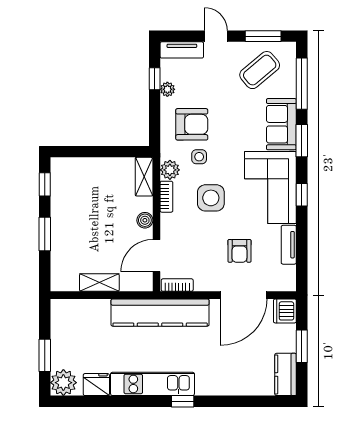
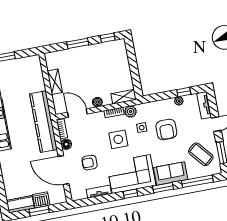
armchair: (192, 124) -> (166, 130), moved
floor lamp: (203, 283) -> (66, 144), added
dishwasher: (285, 311) -> (41, 200), moved

